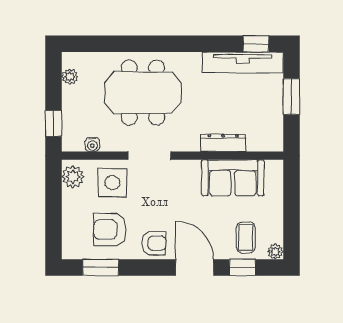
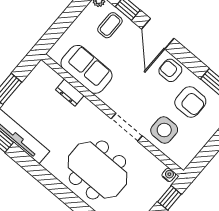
dresser: (223, 143) -> (70, 93), width x0.70
water cooler: (92, 145) -> (169, 175), moved
plant: (73, 177) -> (186, 154), removed

